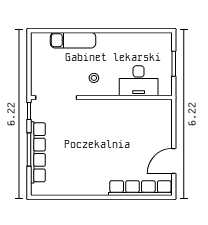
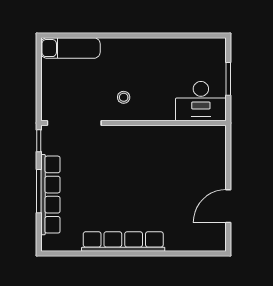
exam couch: (73, 40) -> (70, 48), moved
desk: (139, 81) -> (201, 101), moved
row of seats: (140, 188) -> (123, 242), moved

